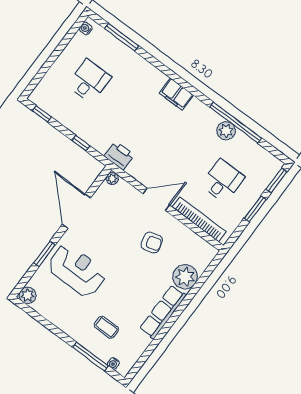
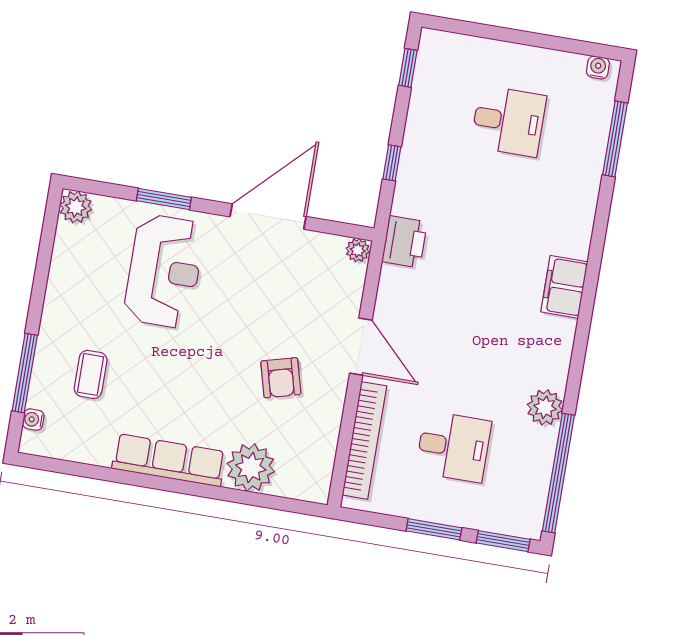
window: (236, 123) -> (558, 473), moved

